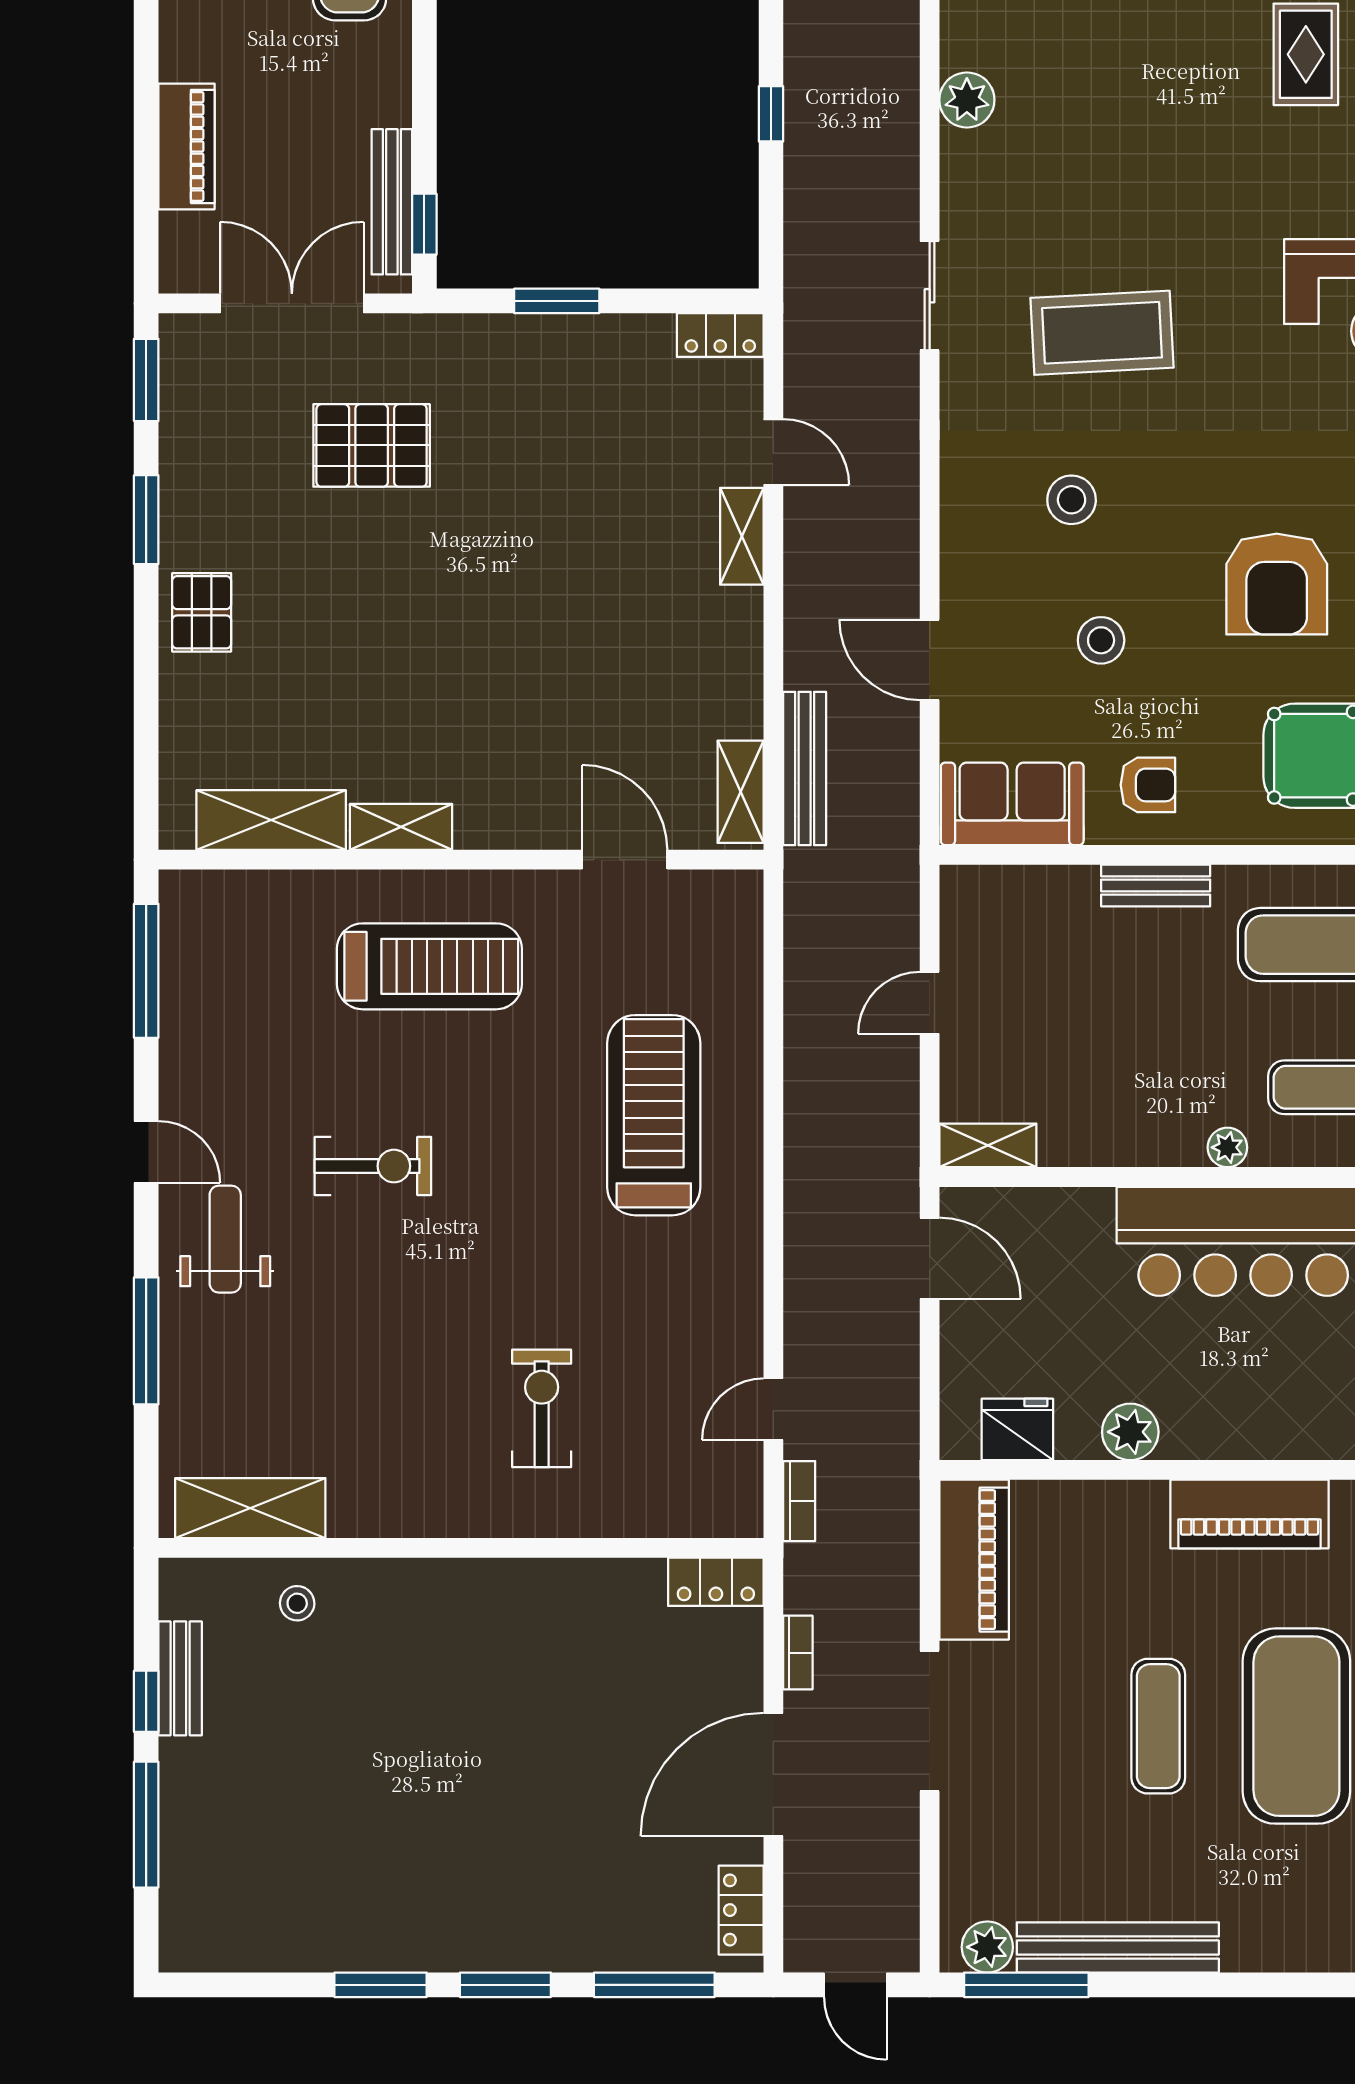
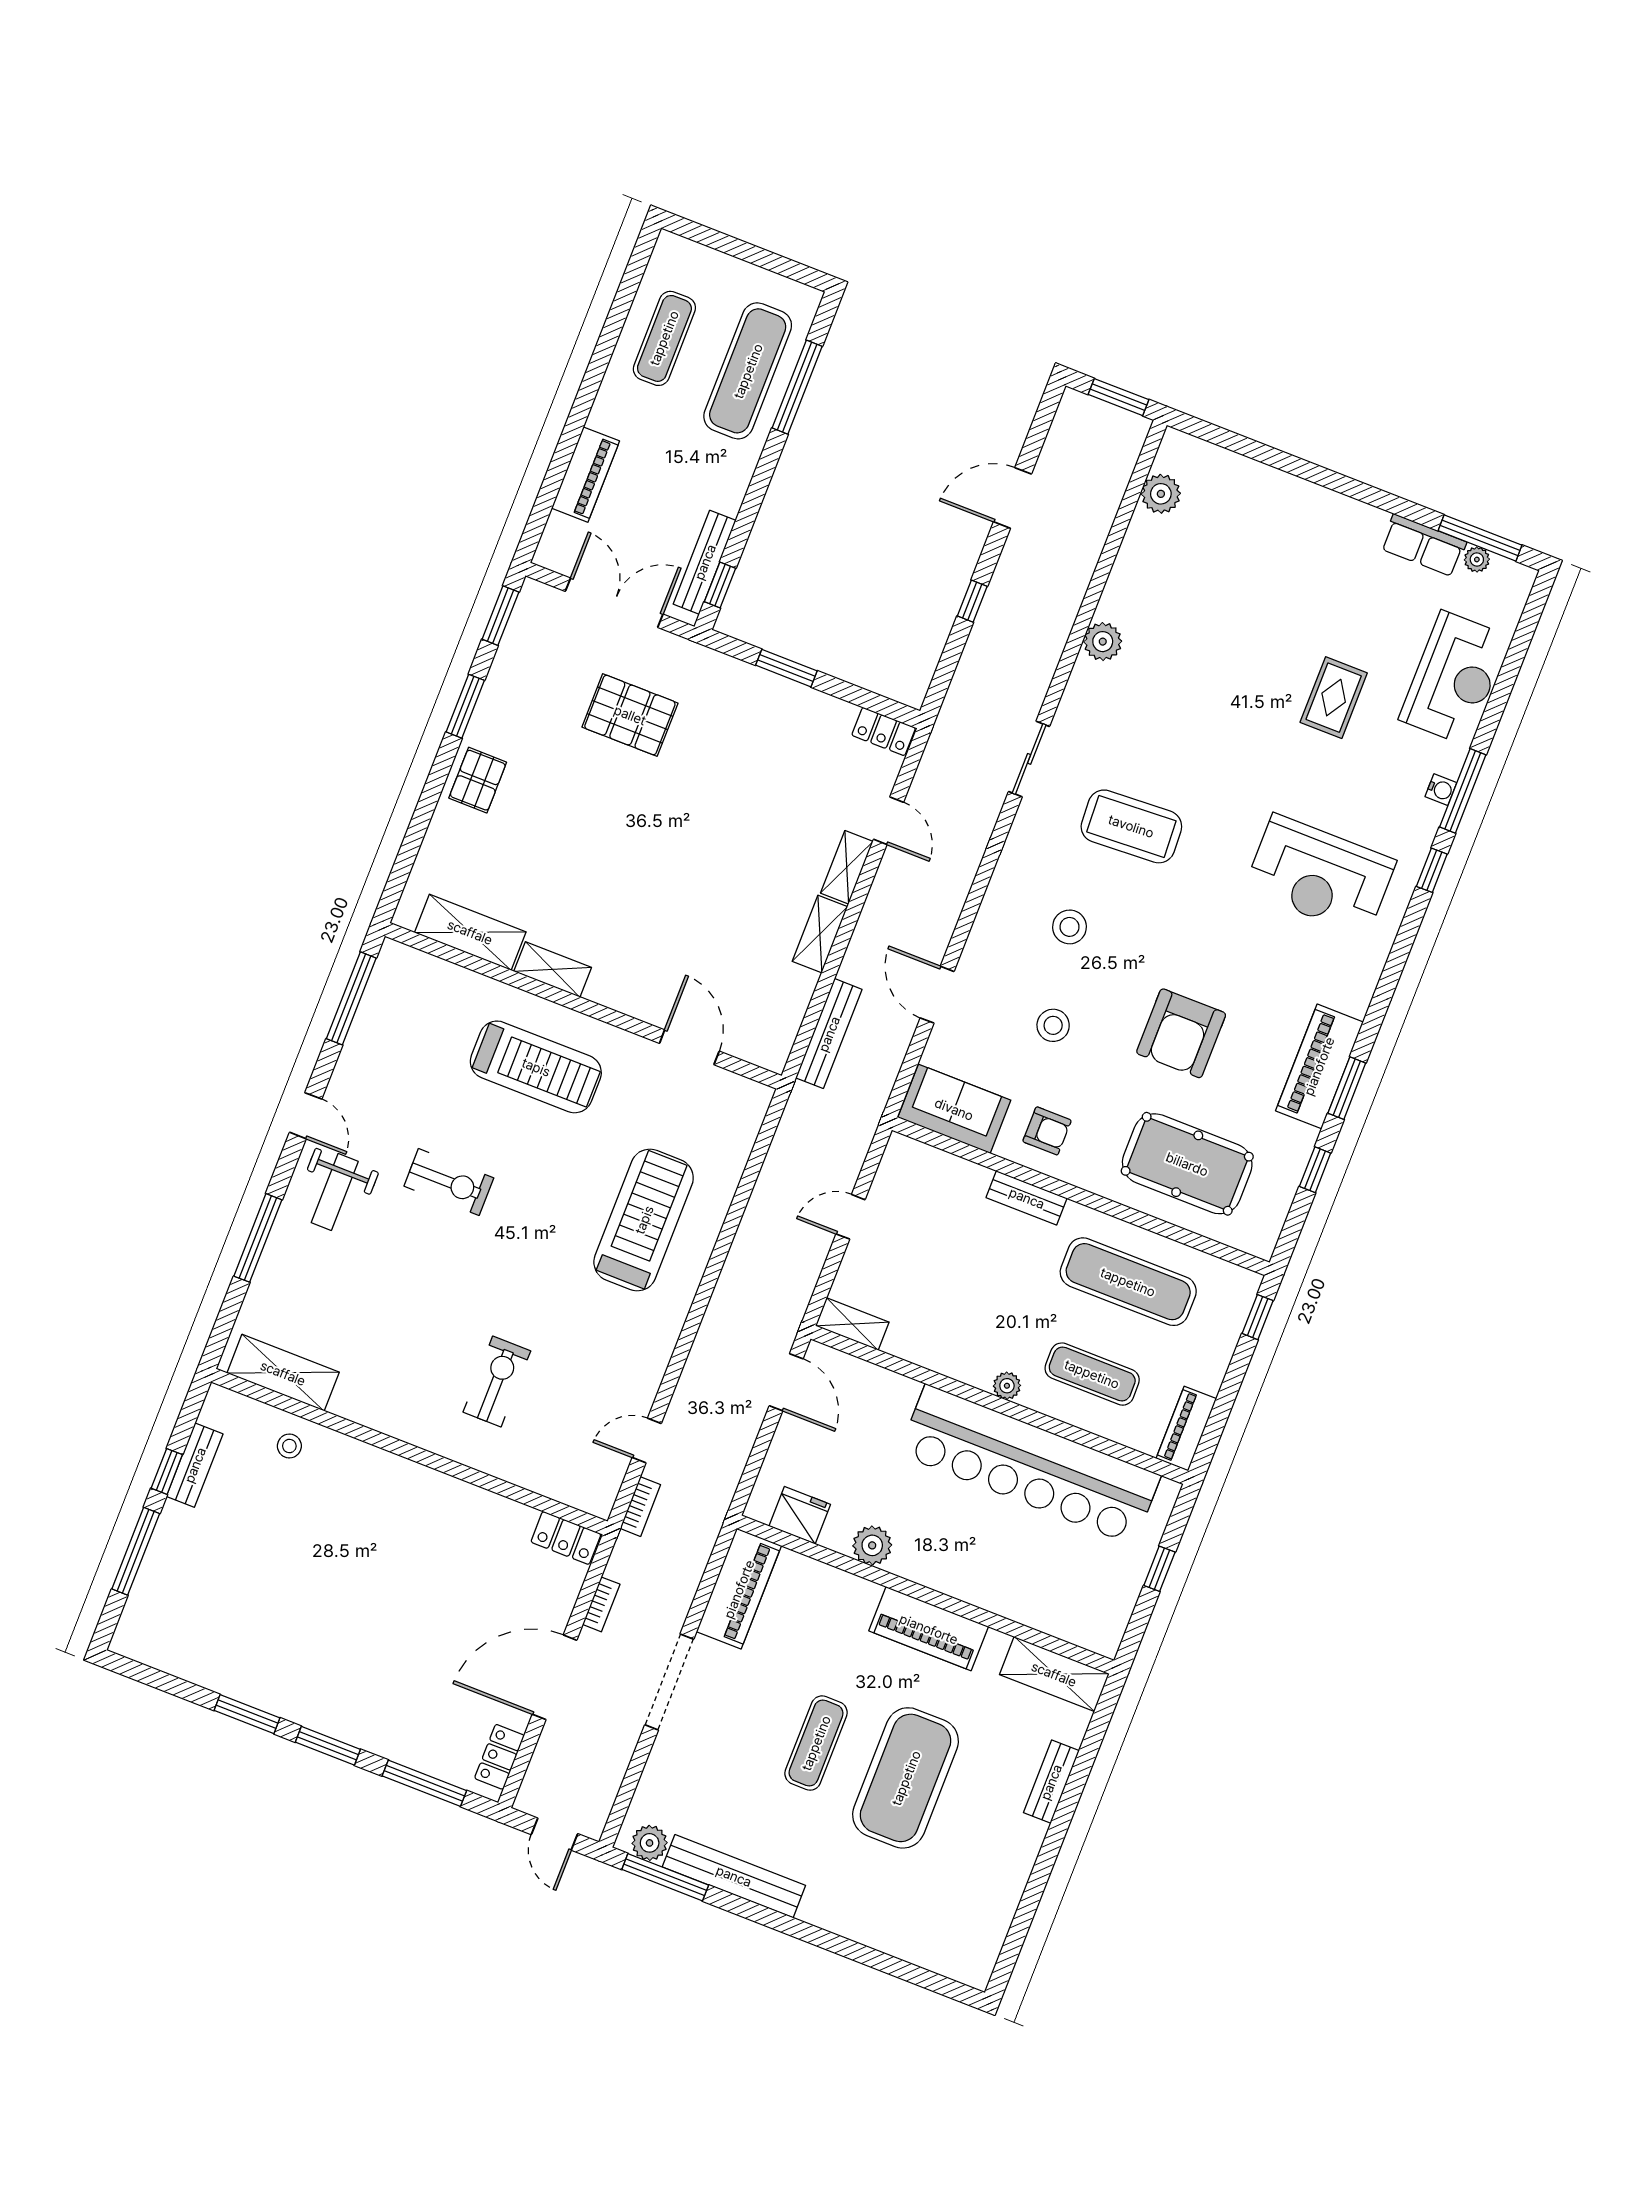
shelving: (741, 792) -> (820, 934), moved
weight bench: (225, 1239) -> (335, 1192), turned 180

